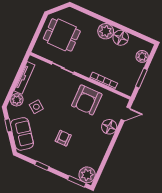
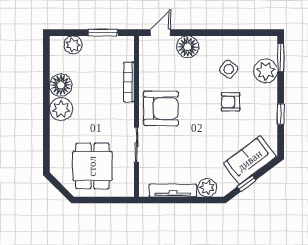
armchair: (87, 100) -> (161, 108), moved
side table: (36, 107) -> (229, 69), moved
door: (125, 114) -> (160, 33), hinge flipped
plant: (87, 175) -> (266, 71), moved

